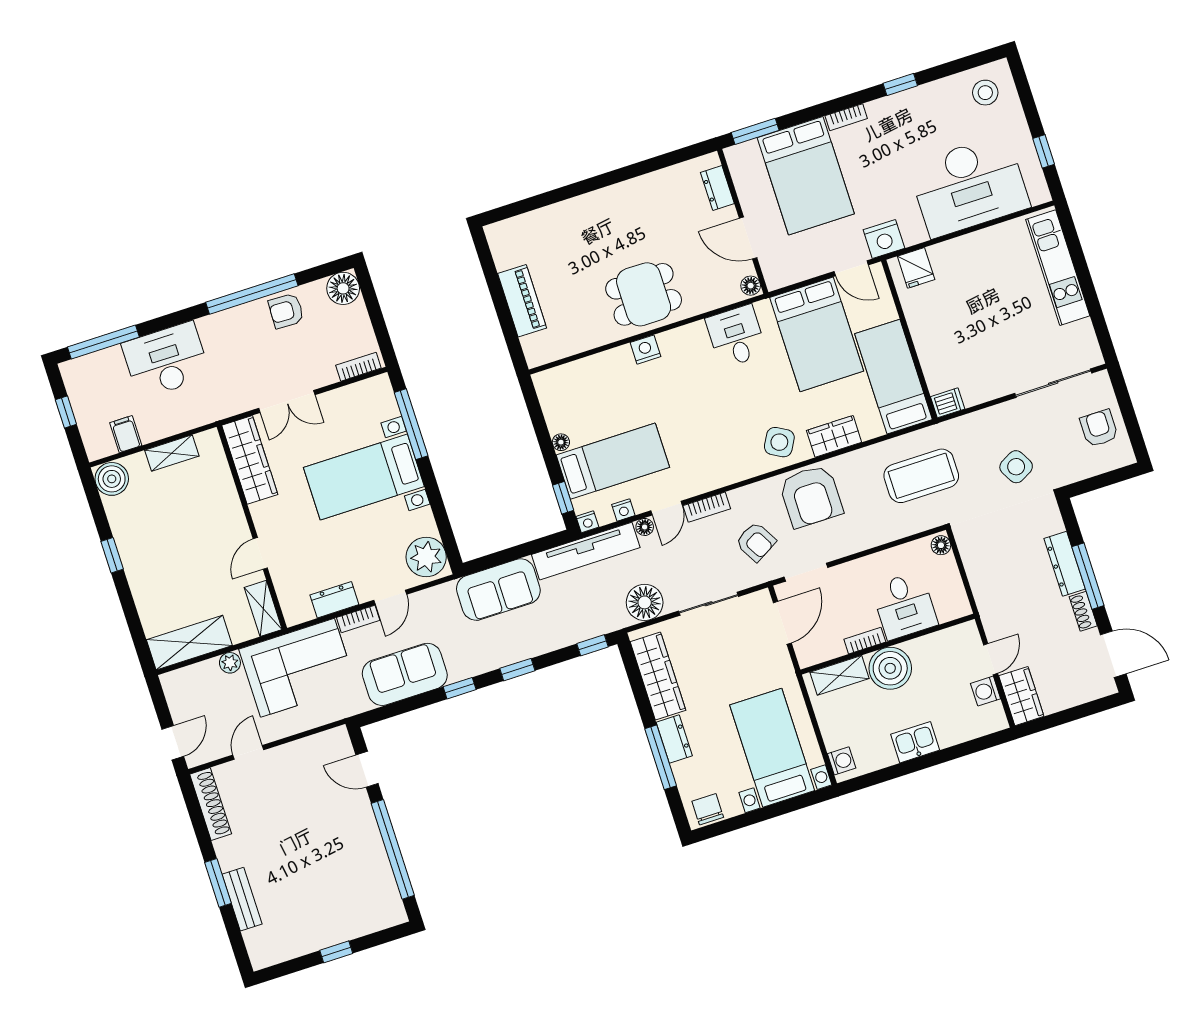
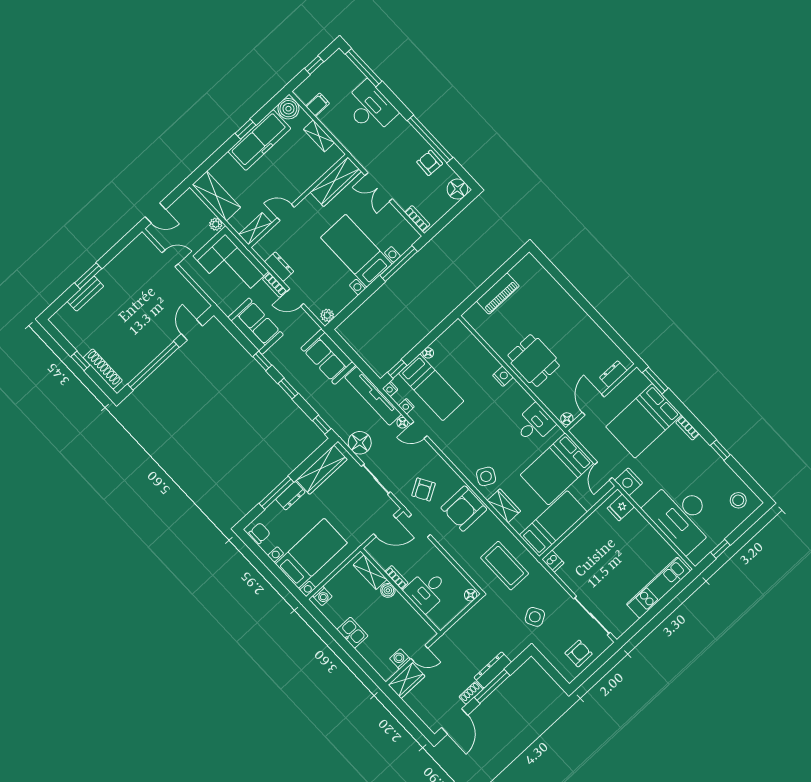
bookcase: (707, 507) -> (430, 453), removed
freezer: (137, 542) -> (259, 140), added
plant: (426, 557) -> (327, 315), width x0.53, depth x0.53
boiler: (890, 668) -> (388, 590), width x0.54, depth x0.54
shoe rack: (211, 804) -> (103, 369), moved, turned -90

